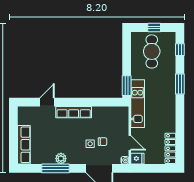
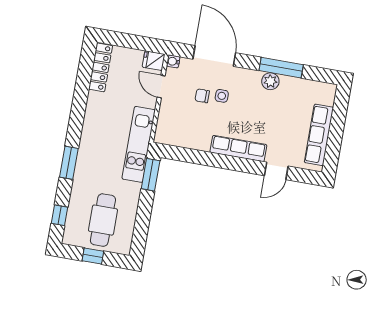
row of seats: (24, 145) -> (319, 135), moved

